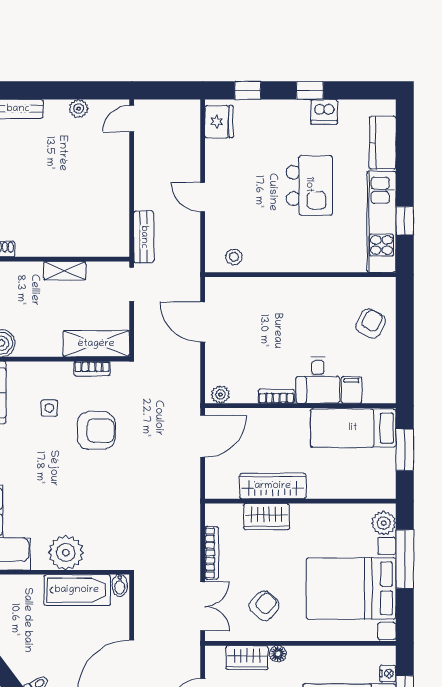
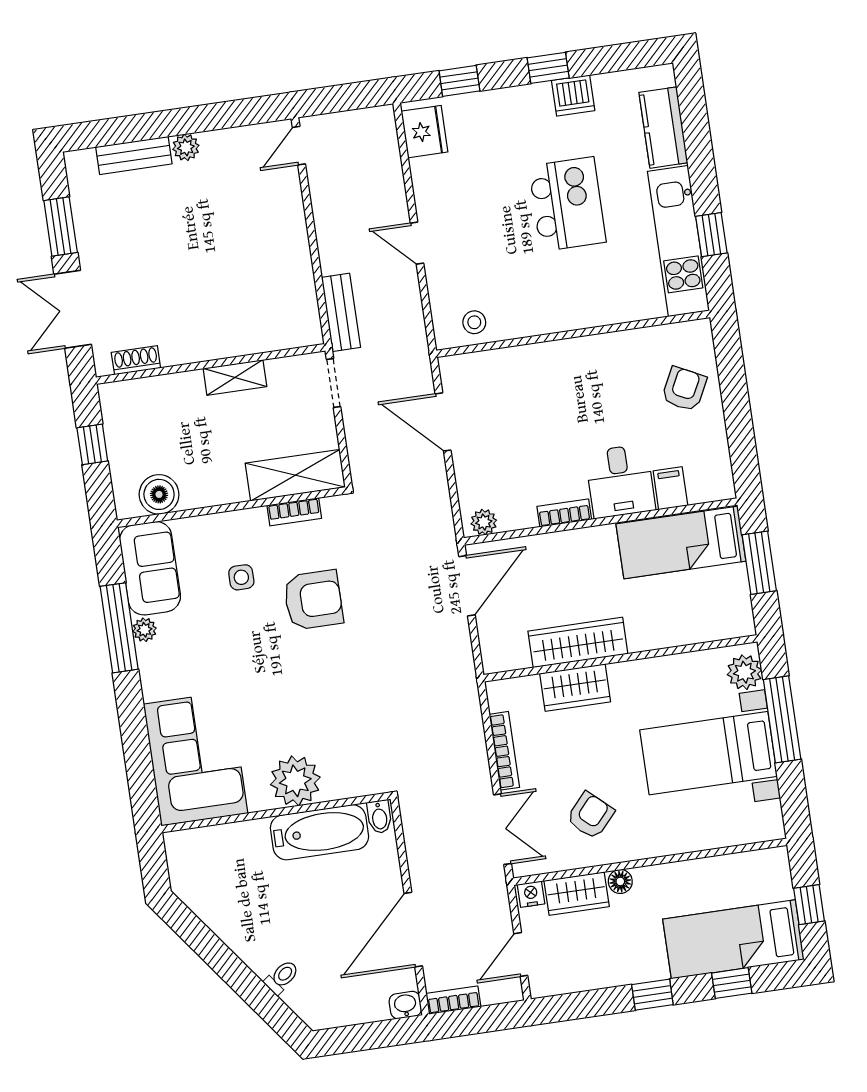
plant: (79, 109) -> (186, 147), moved
bed with nightstands: (351, 588) -> (709, 753), width x0.73
nightstand: (388, 673) -> (531, 894), moved, turned -90

